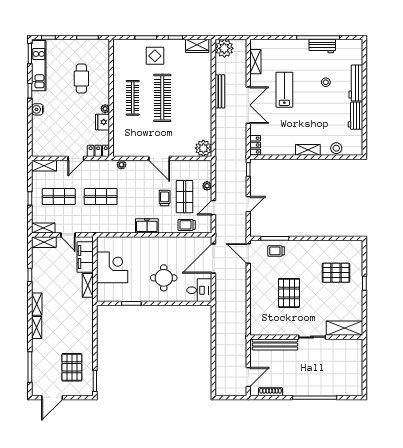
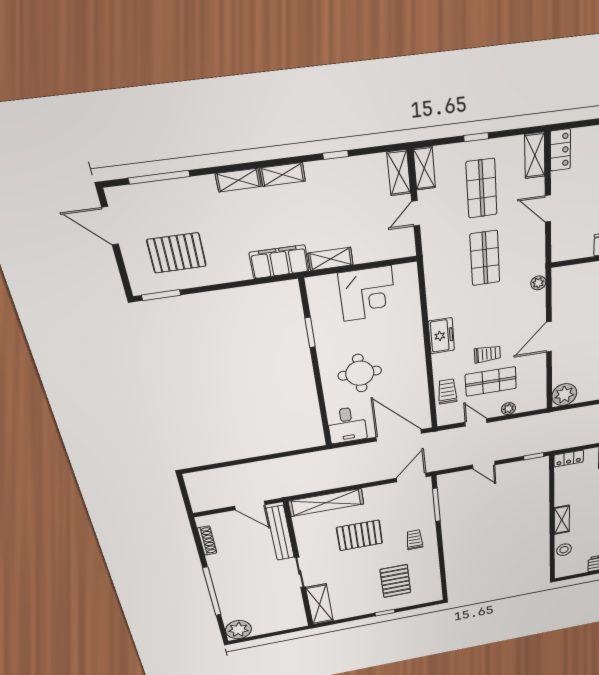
locker: (98, 151) -> (560, 150), moved
trolley: (276, 251) -> (414, 540), moved
filing cabinet: (85, 257) -> (279, 262), moved
shelving: (257, 311) -> (326, 503), added
door: (248, 377) -> (250, 505), moved
plant: (354, 387) -> (238, 630), added

